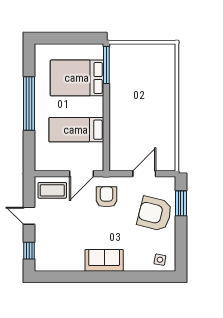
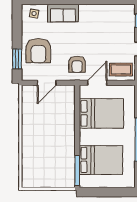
bed: (76, 130) -> (101, 113), width x1.50
armchair: (155, 214) -> (38, 51), turned 76
sofa: (104, 260) -> (63, 13), moved

